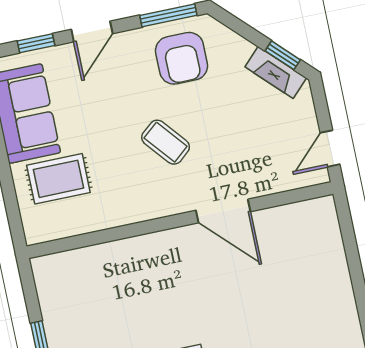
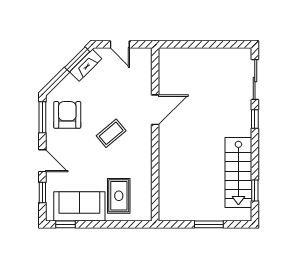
window: (283, 55) -> (77, 59), width x1.50
armchair: (182, 58) -> (67, 115), turned -90
door: (330, 149) -> (120, 44), moved

